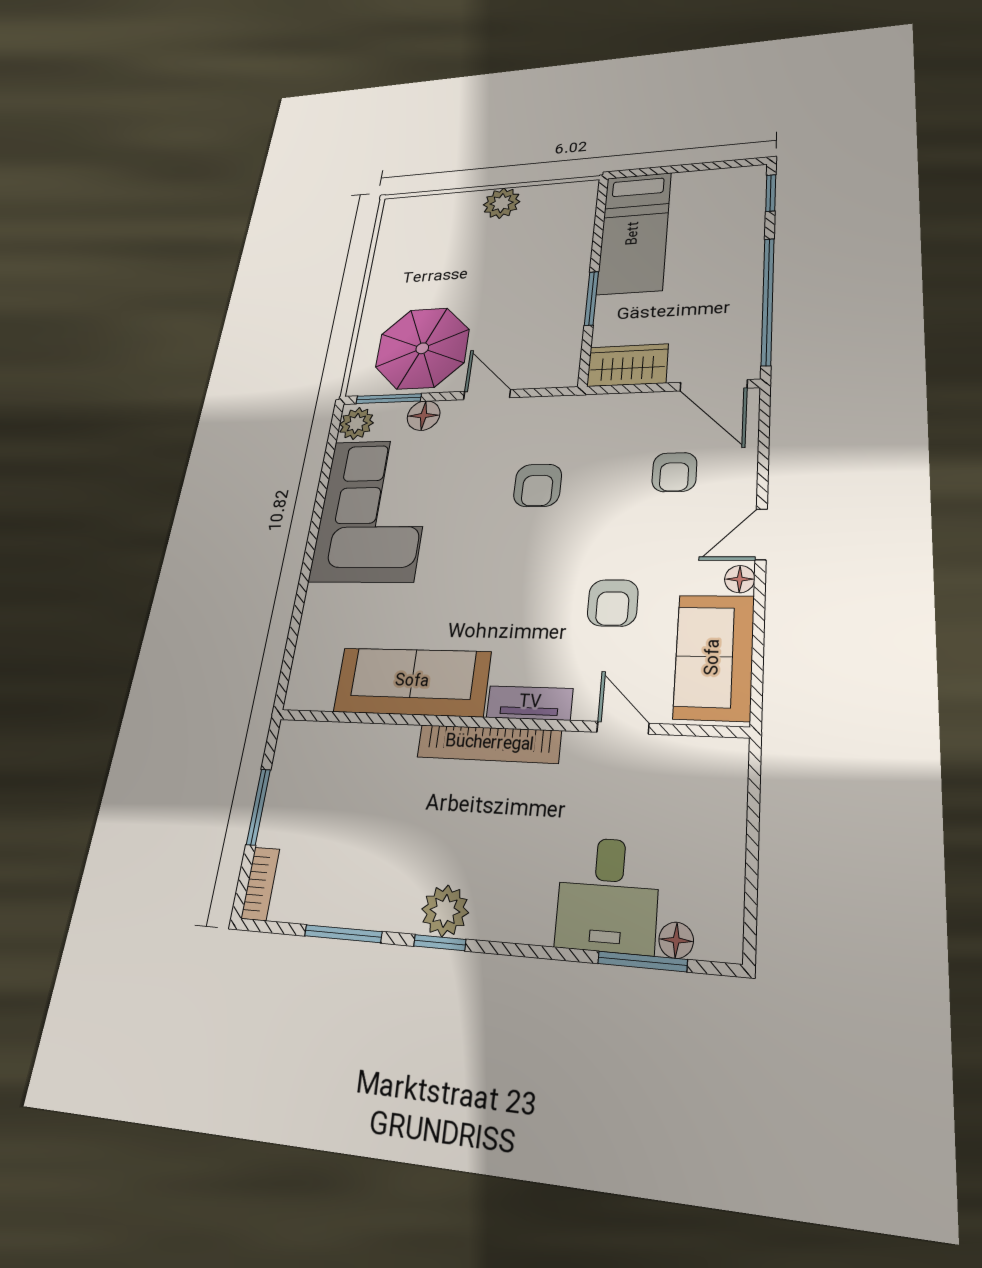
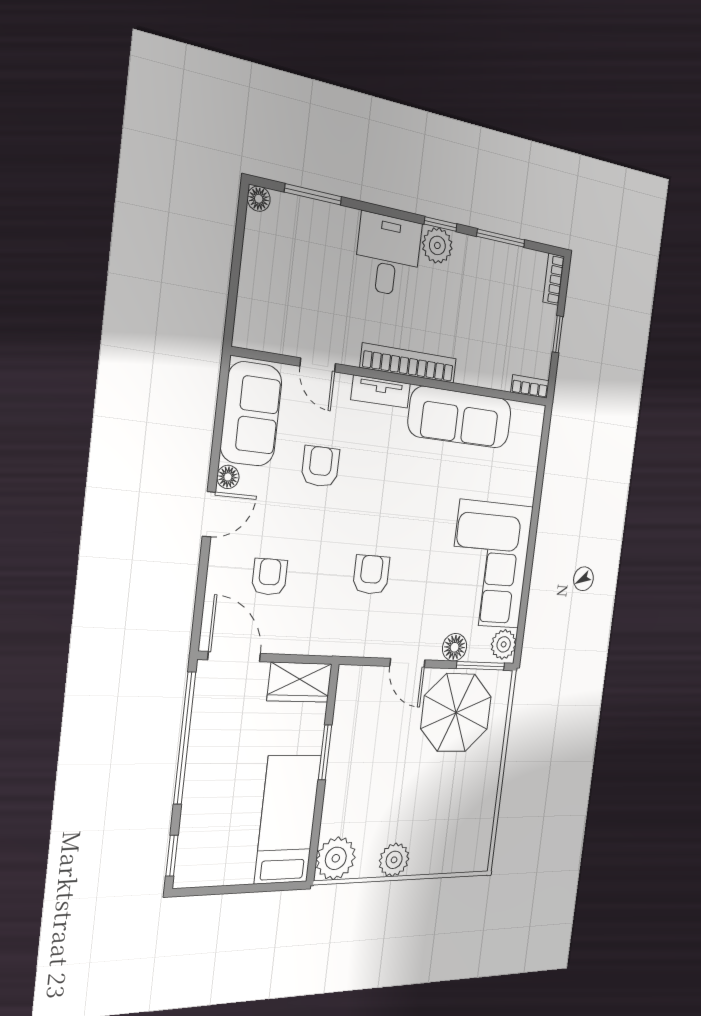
plant: (573, 201) -> (336, 858), added
bookcase: (305, 732) -> (530, 386), added
window: (258, 807) -> (558, 334), width x0.67
desk: (608, 895) -> (388, 255), moved
floor lamp: (676, 940) -> (259, 199), moved

